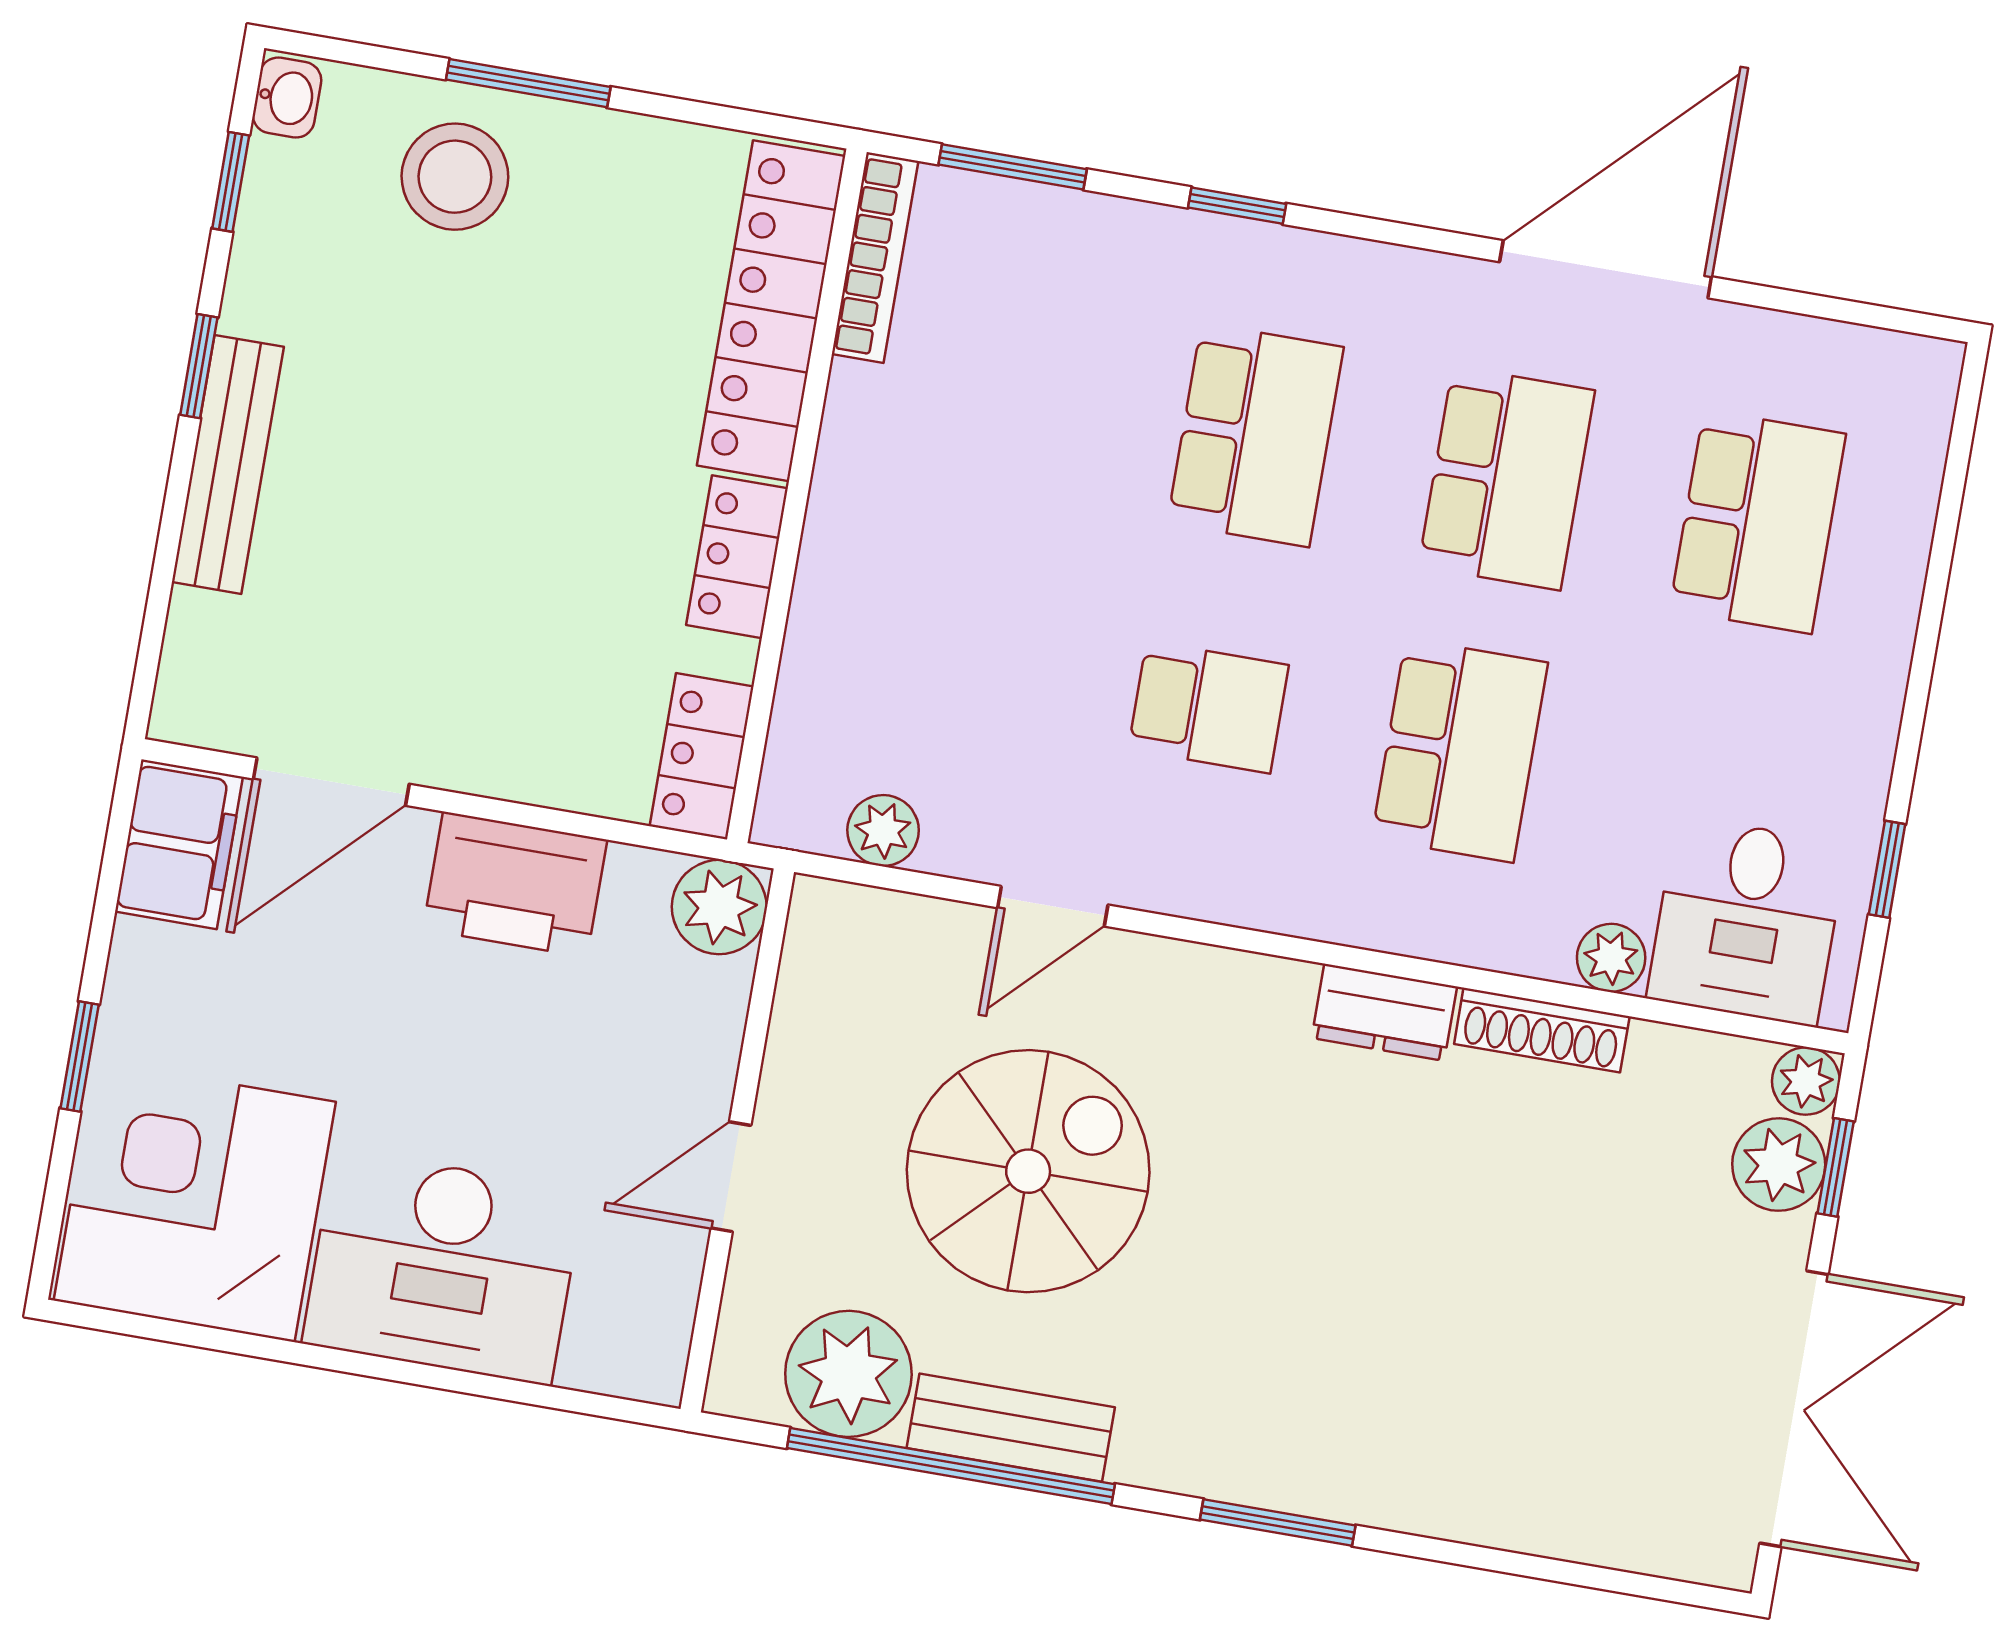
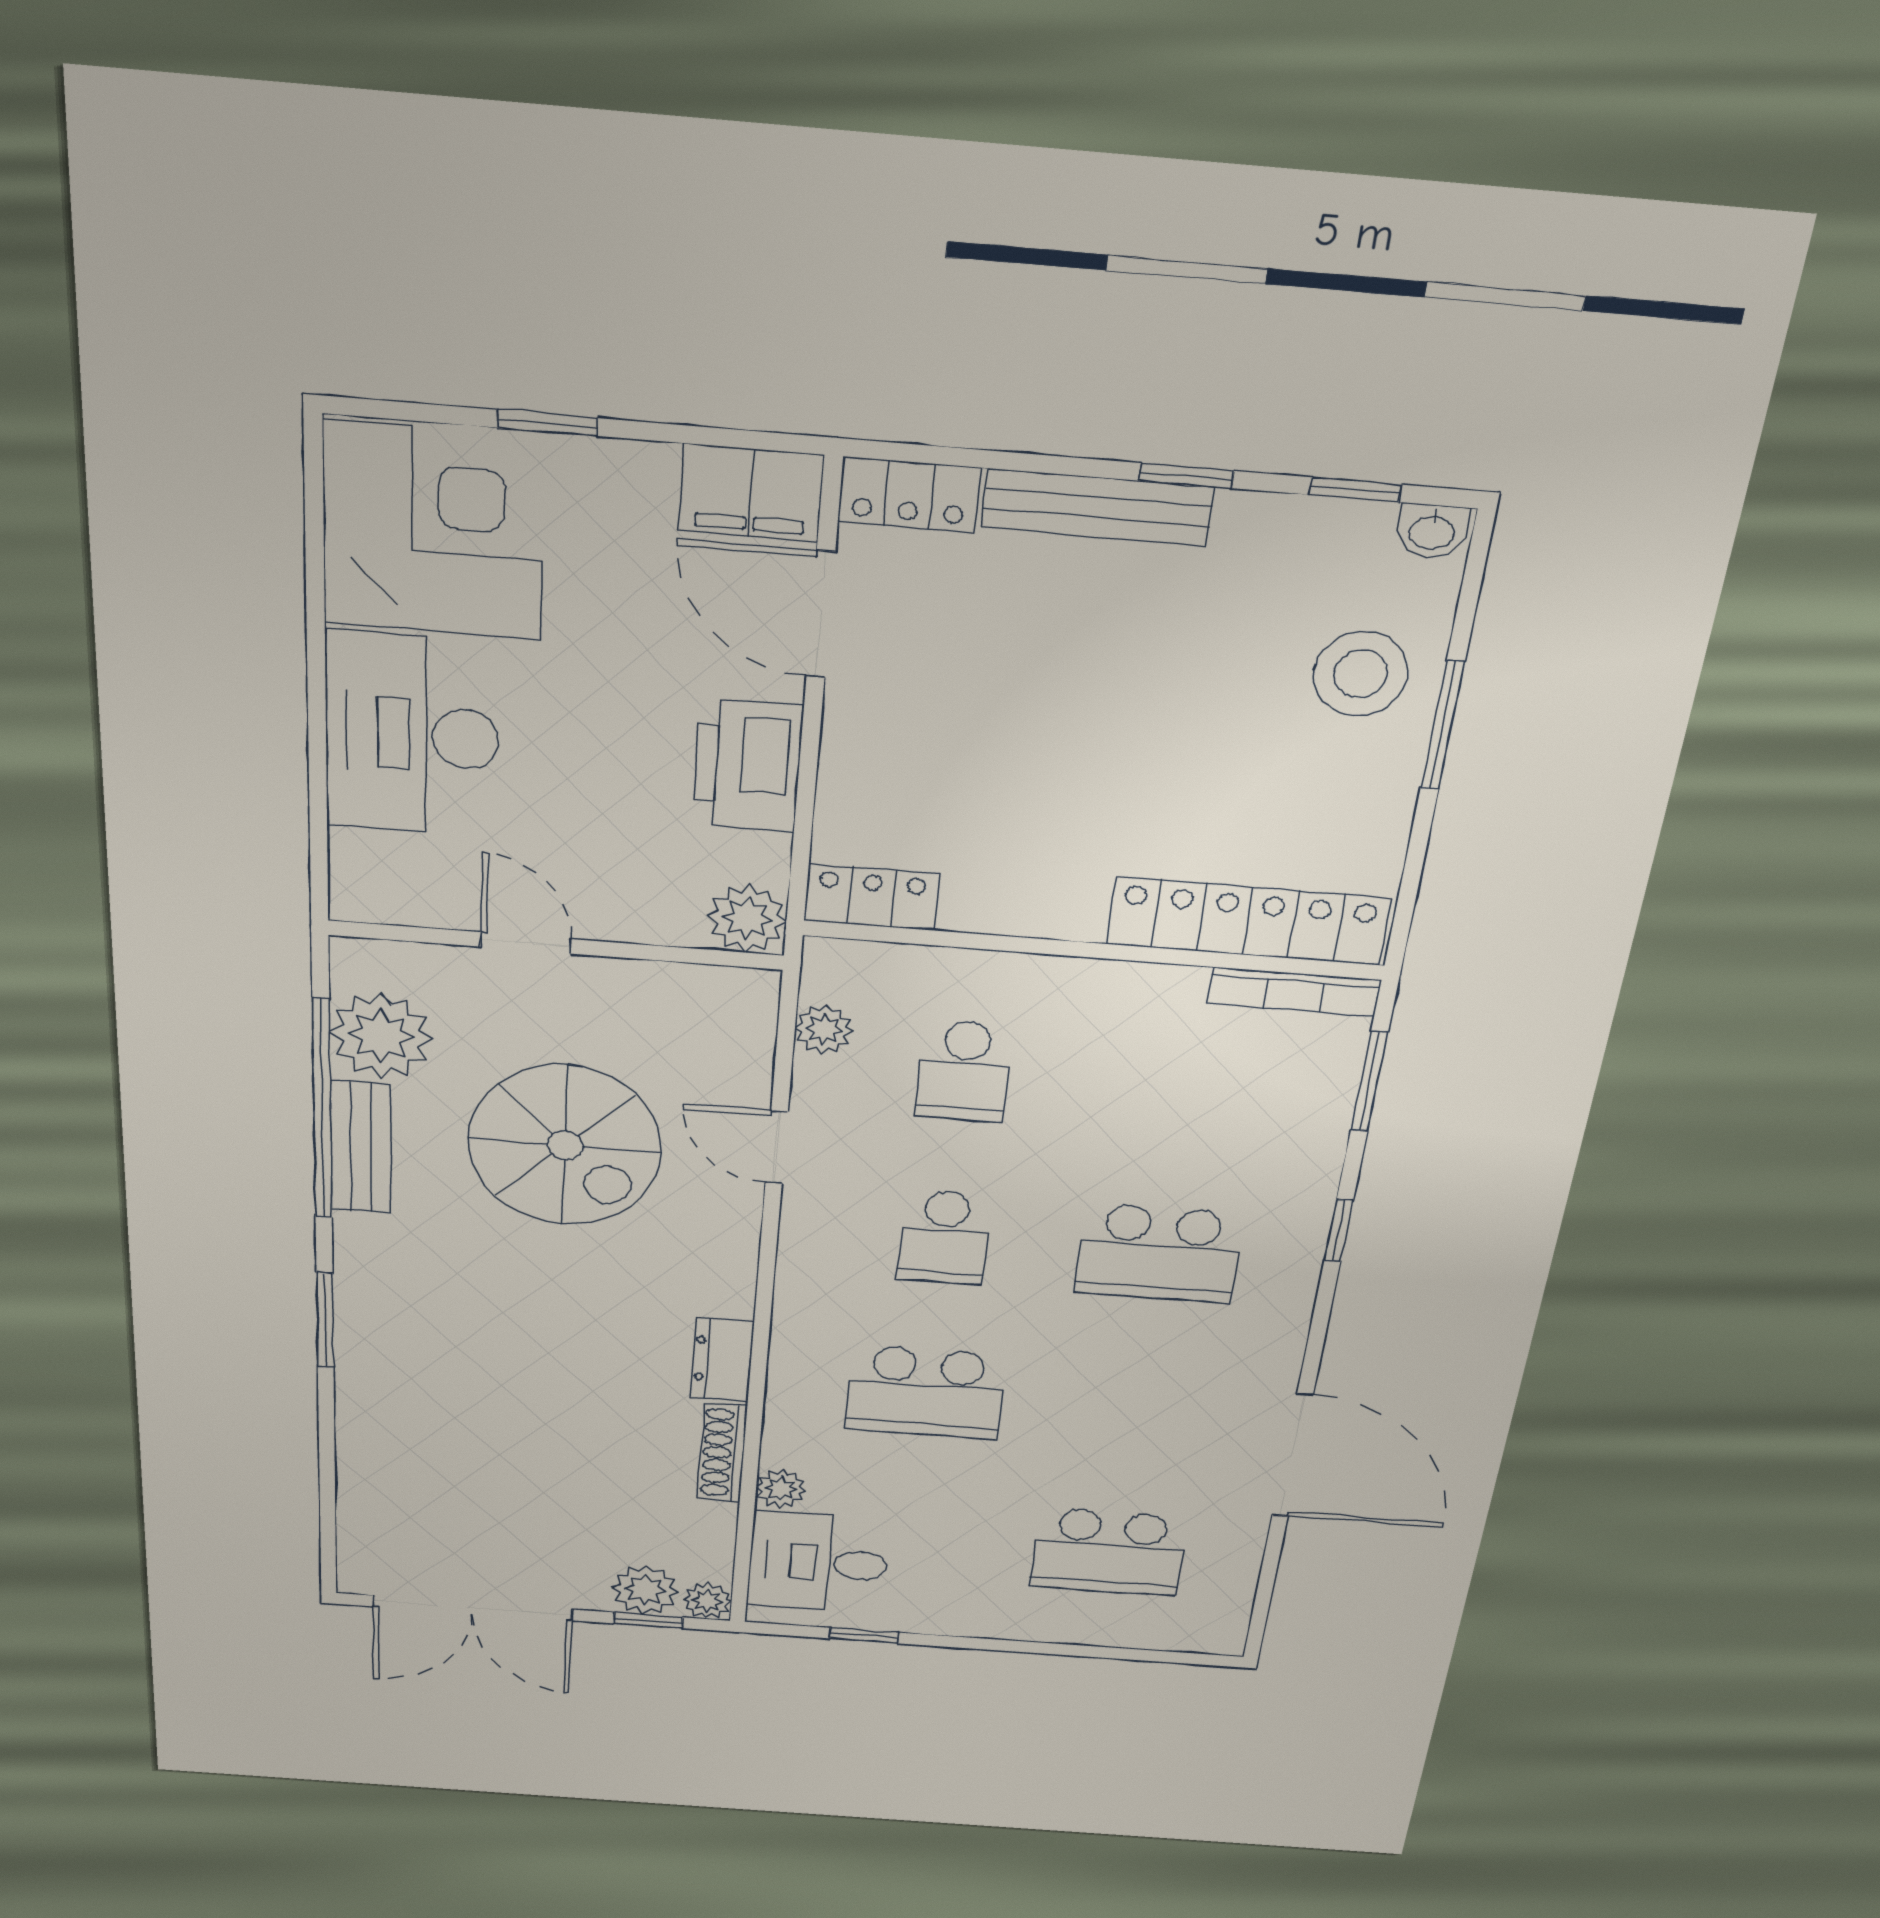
school desk: (1507, 478) -> (964, 1071), moved, width x0.54
locker: (737, 557) -> (909, 495), moved, turned 180

